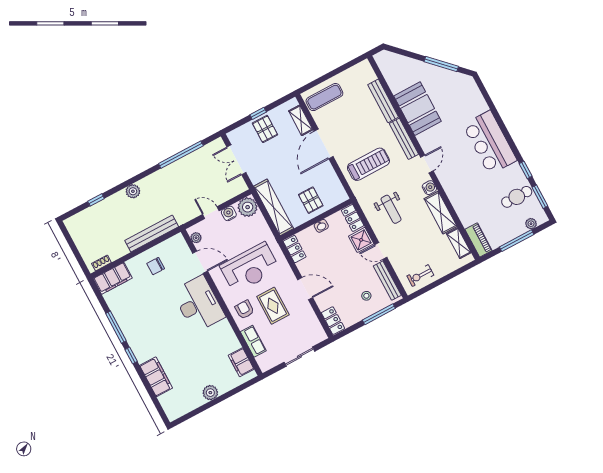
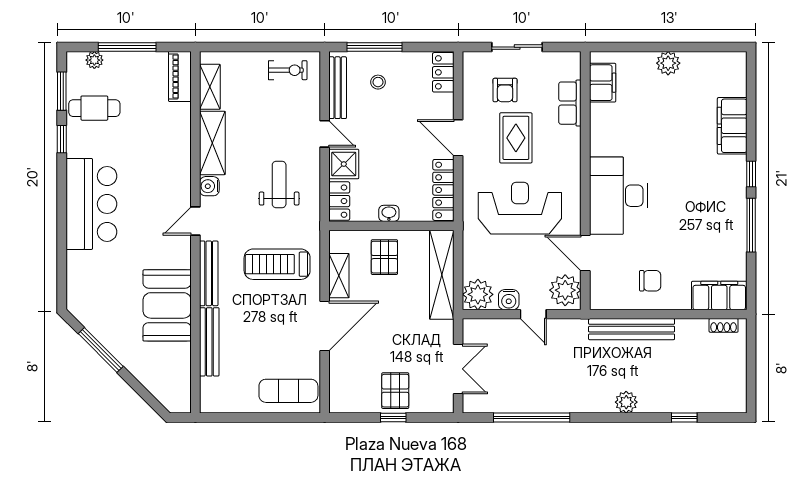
shelving: (301, 120) -> (339, 276), moved
plant: (196, 238) -> (565, 290), width x1.88, depth x1.88
locker: (295, 249) -> (443, 190), width x1.53
armchair: (244, 310) -> (505, 90), moved

